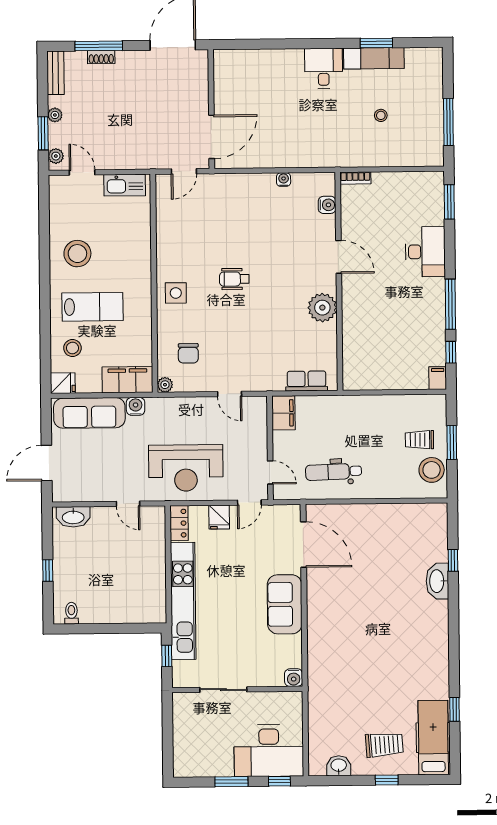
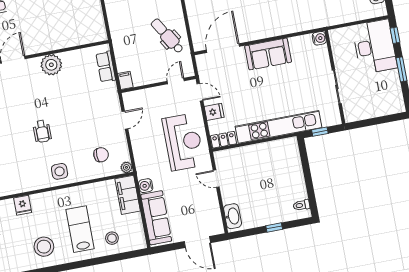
fridge: (63, 383) -> (23, 205), moved, turned 180
filing cabinet: (283, 413) -> (125, 80), width x0.50
dental chair: (334, 472) -> (167, 36), turned 151
door: (128, 504) -> (216, 179), swing flipped

